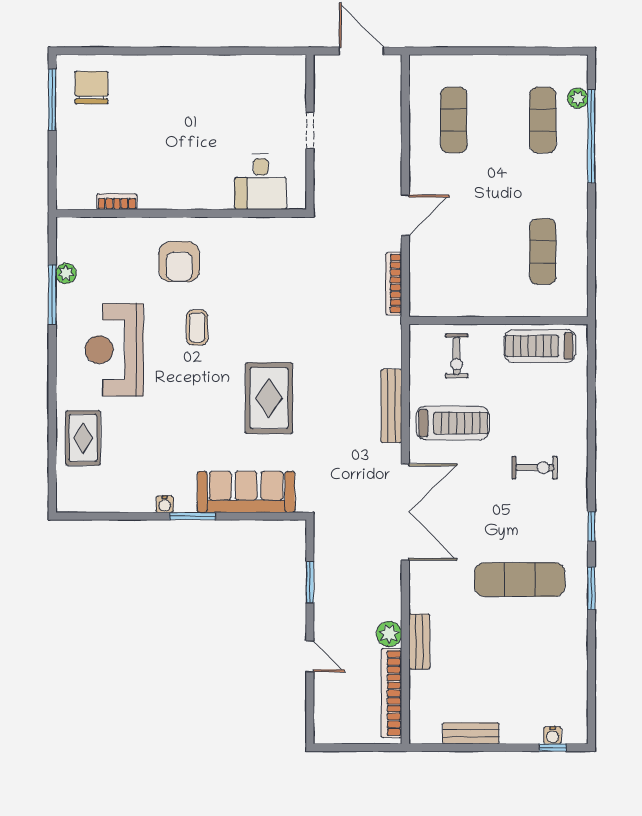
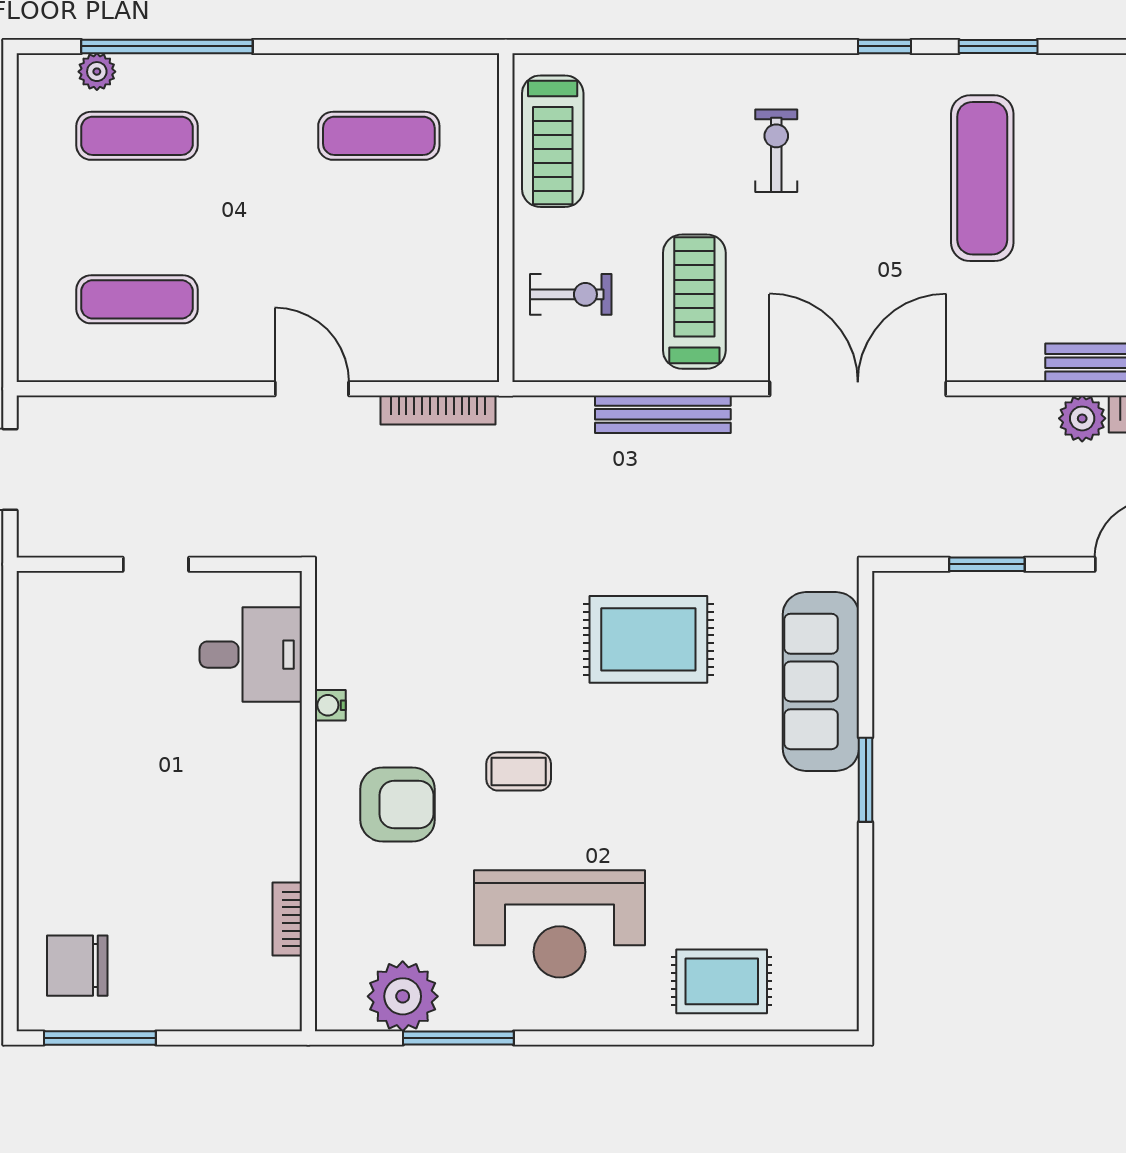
plant: (66, 273) -> (403, 996), width x1.88, depth x1.88
water cooler: (165, 504) -> (330, 705), moved, turned 180

